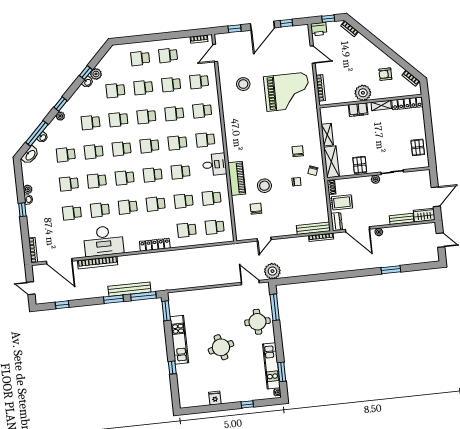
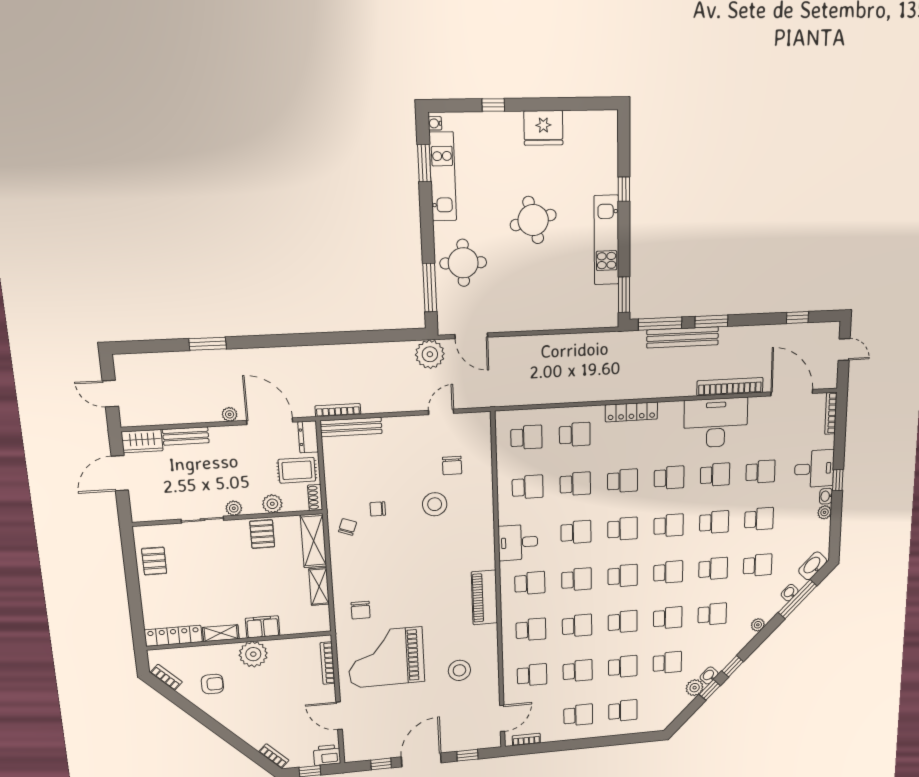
window: (60, 104) -> (733, 666), moved
chair: (298, 151) -> (361, 610), moved
piano: (237, 178) -> (484, 597), moved
plant: (355, 183) -> (272, 504), added
desk: (38, 216) -> (814, 469), added
fridge: (215, 398) -> (543, 128), width x1.88, depth x1.34

